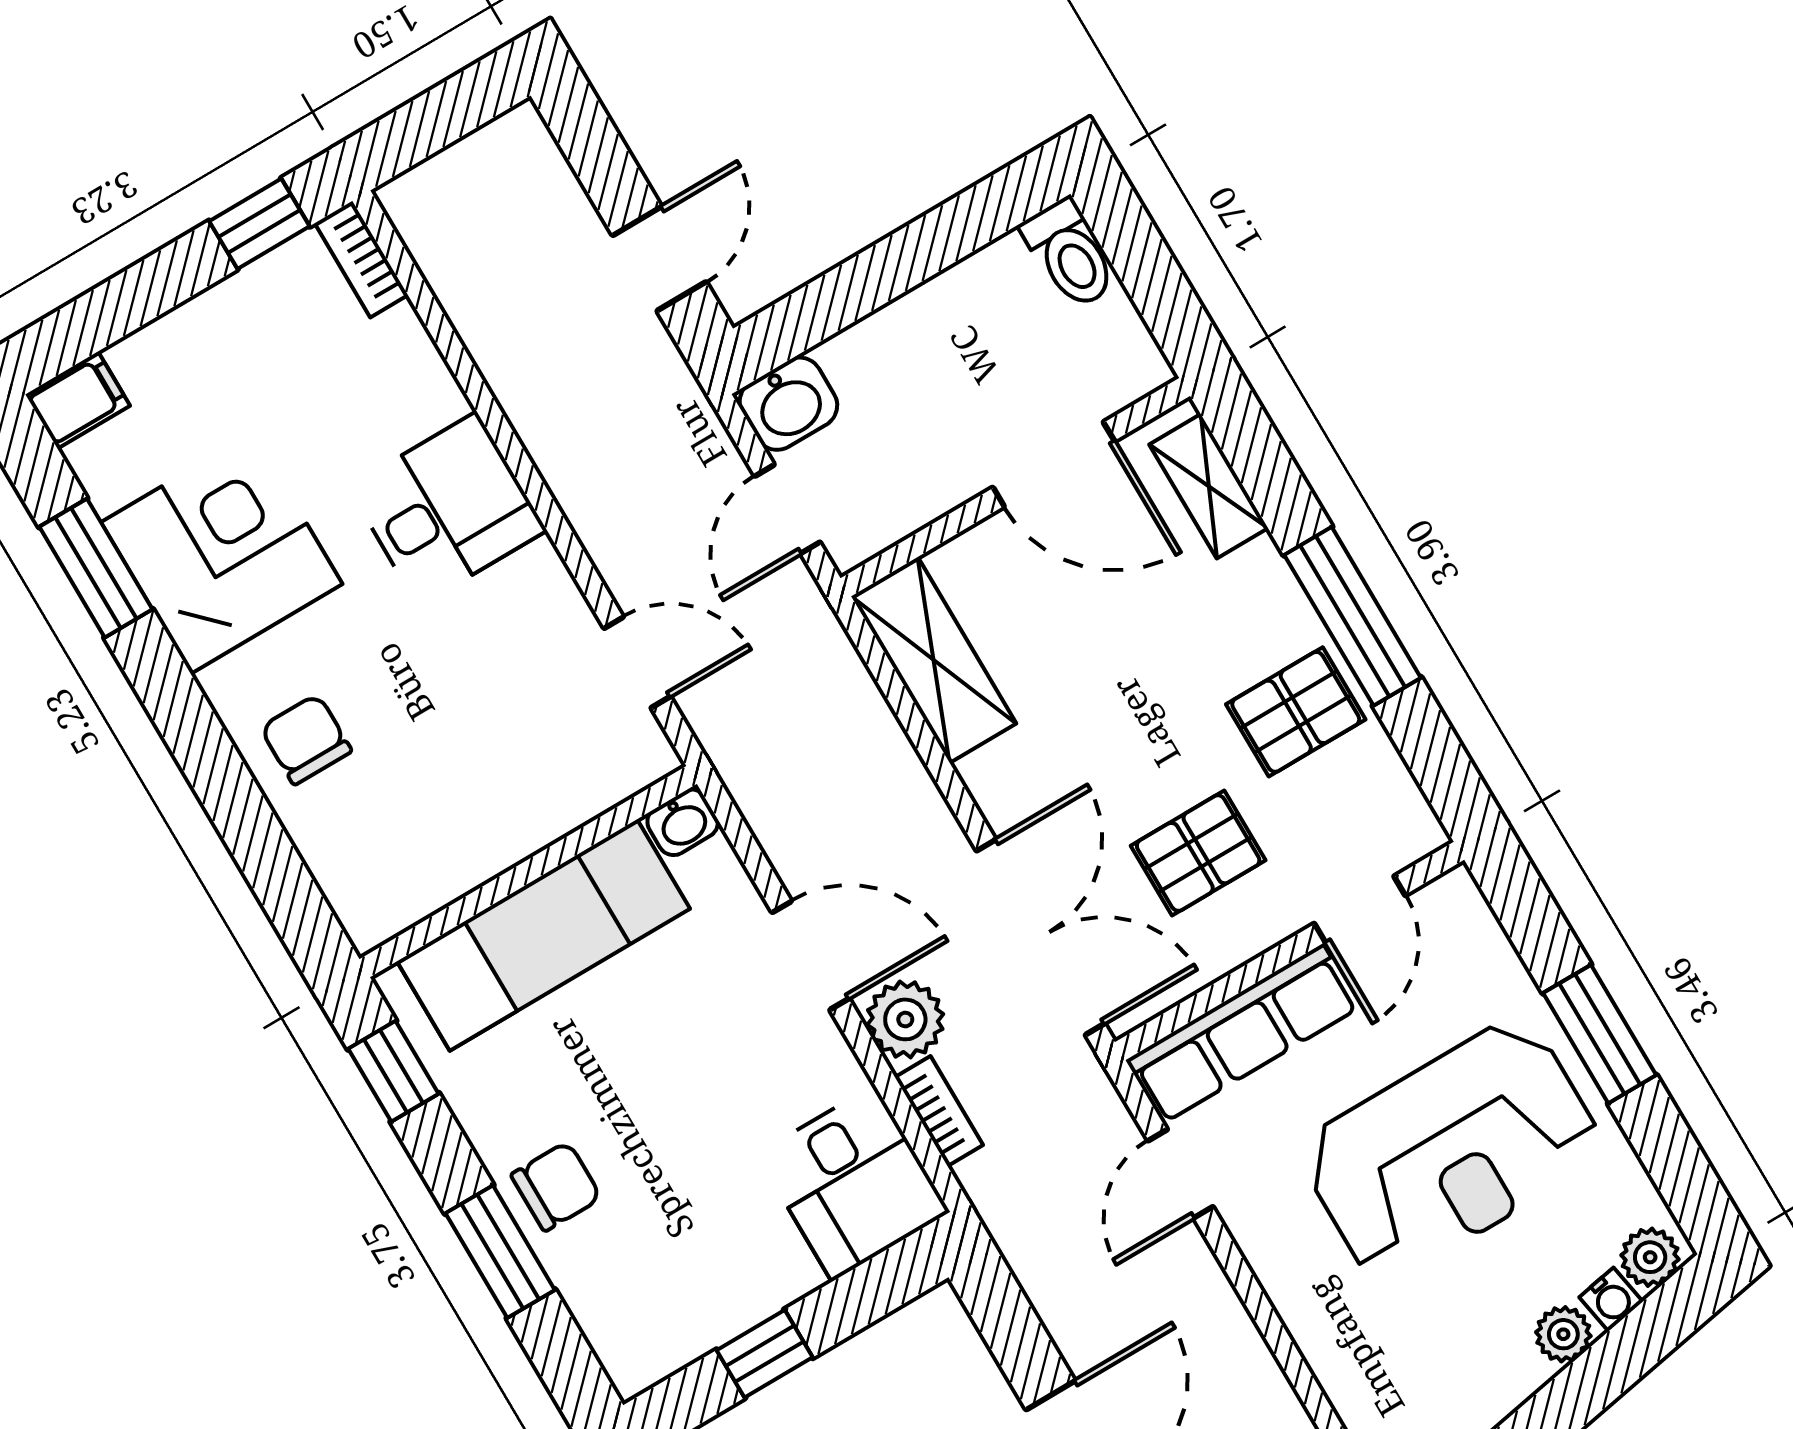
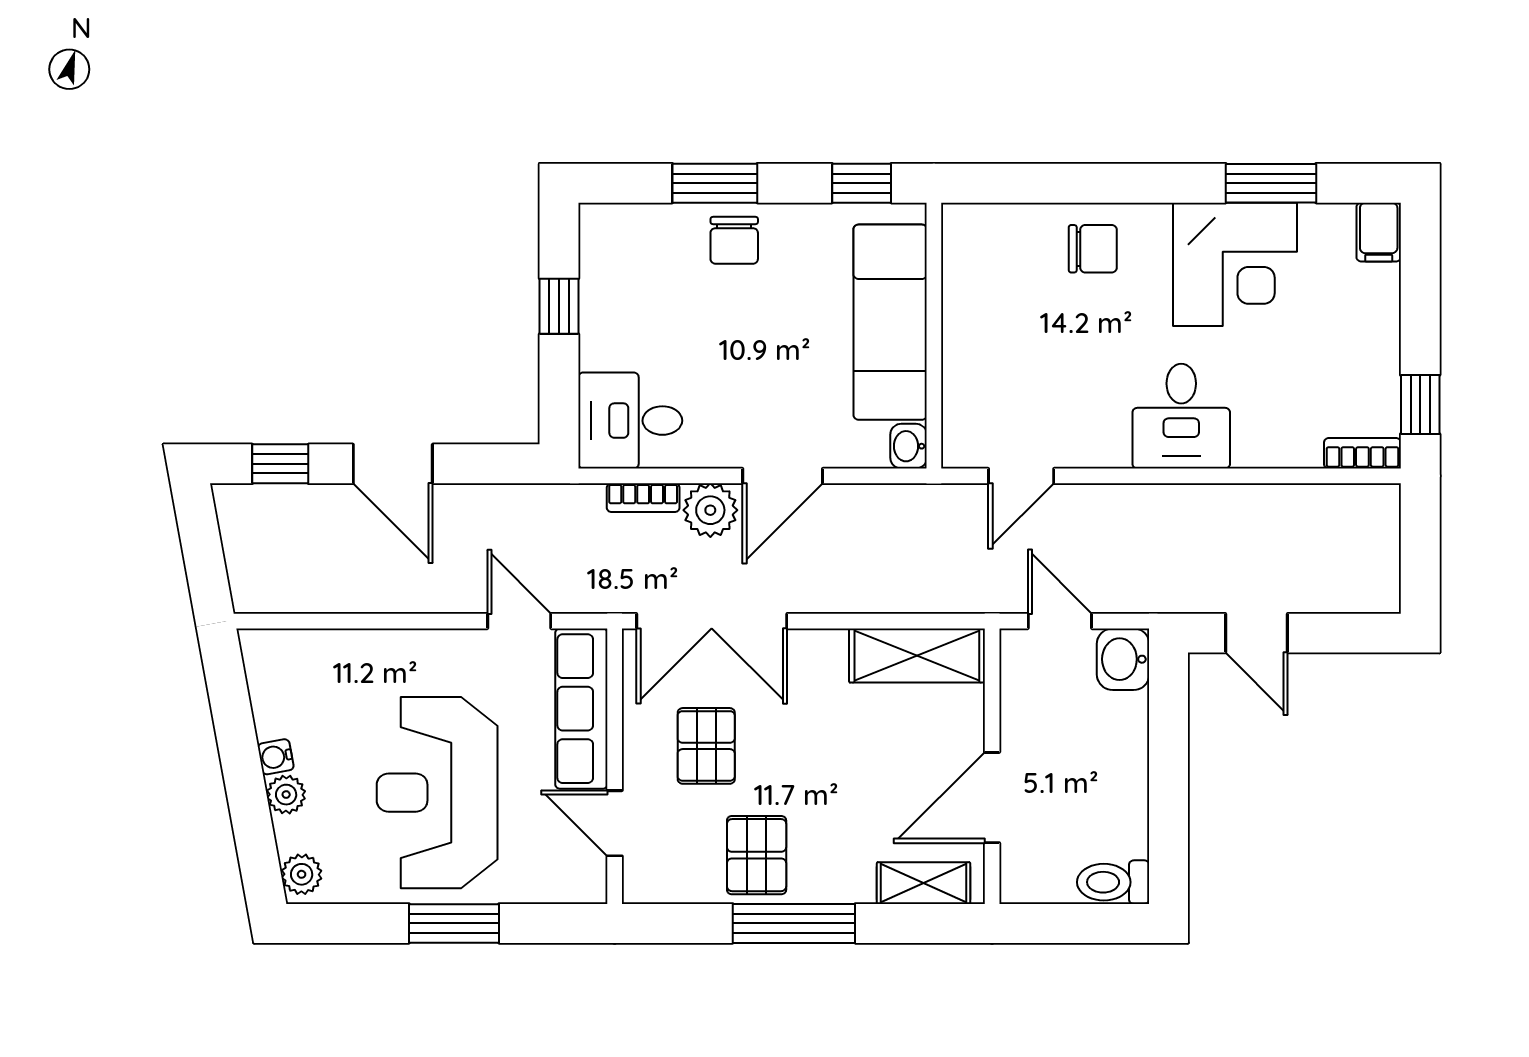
water cooler: (1611, 1299) -> (276, 757), moved

